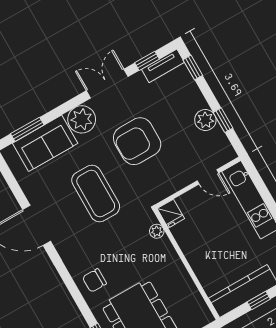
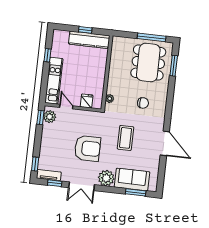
plant: (205, 120) -> (50, 117), moved
window: (223, 120) -> (40, 117), moved
coffee table: (96, 193) -> (125, 138), width x0.73, depth x0.76
fridge: (171, 214) -> (87, 101), moved
chair: (94, 280) -> (143, 103), moved

